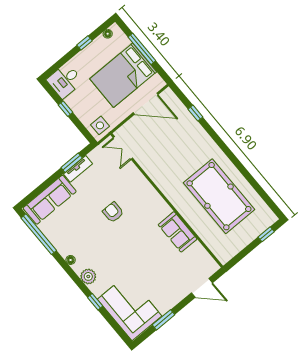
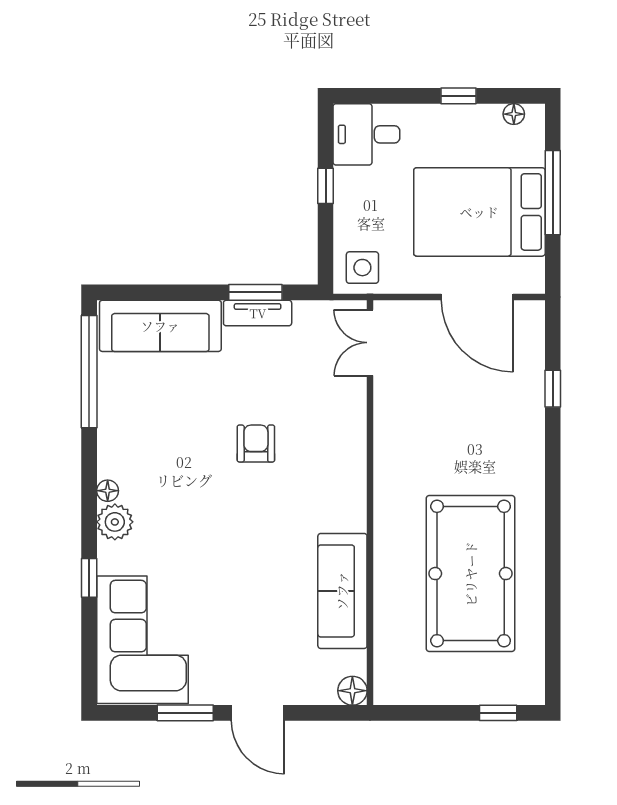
sofa: (178, 232) -> (342, 591), width x1.36
floor lamp: (71, 260) -> (108, 491), moved
floor lamp: (212, 267) -> (352, 691), added
door: (202, 288) -> (258, 713), moved

